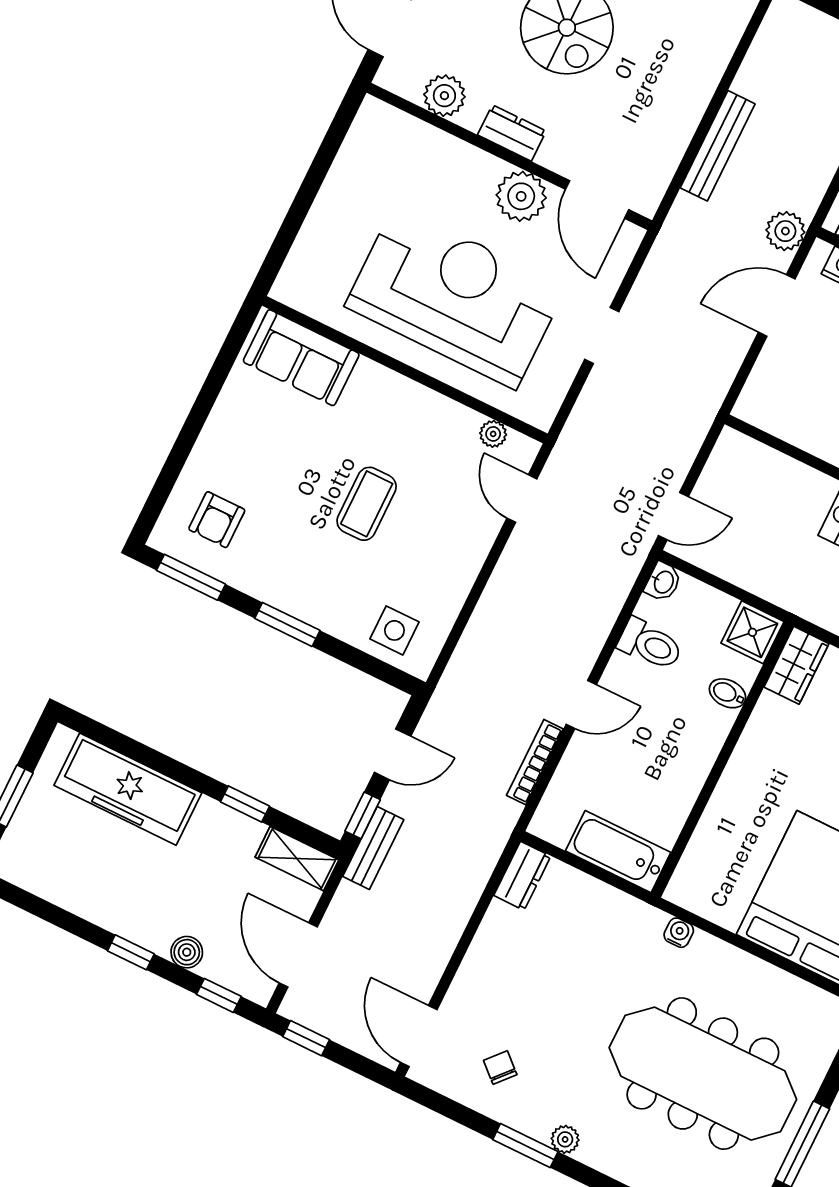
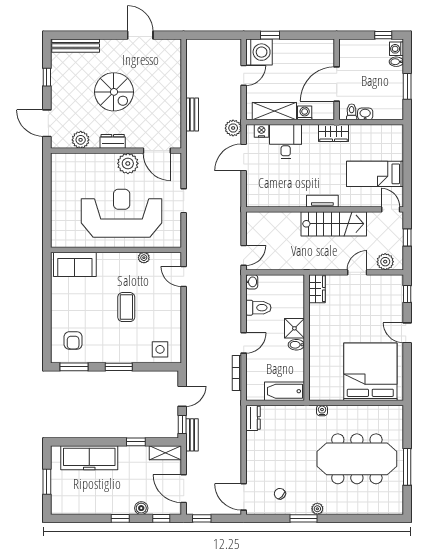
bench: (718, 146) -> (192, 115), width x0.73
plant: (493, 434) -> (144, 258), moved
shower: (752, 632) -> (294, 328), moved
bidet: (728, 693) -> (296, 345), moved

